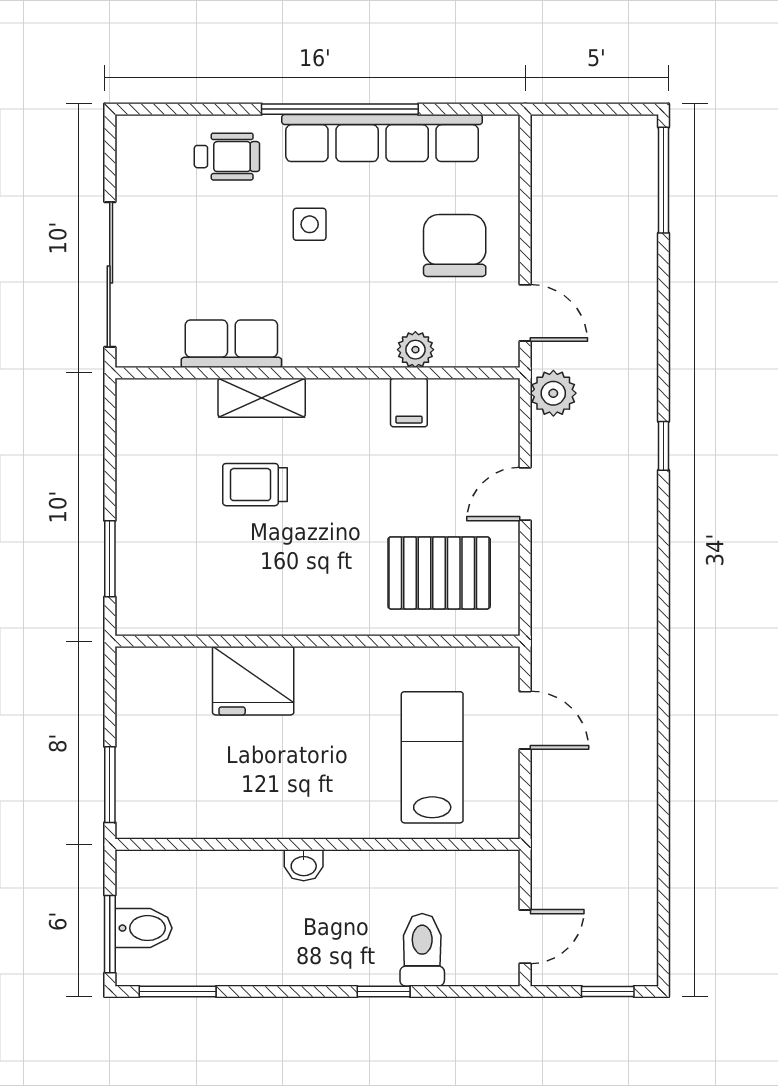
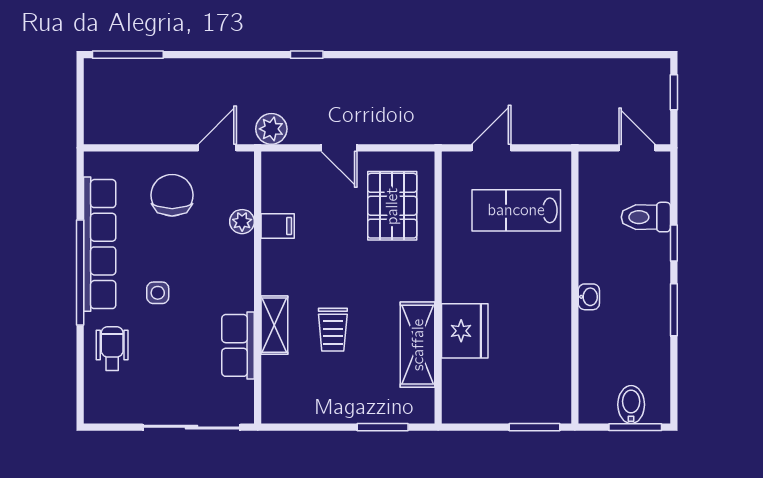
chair: (455, 246) -> (172, 195), turned 90
shelving: (233, 611) -> (418, 345), added
window: (178, 991) -> (674, 310), moved

